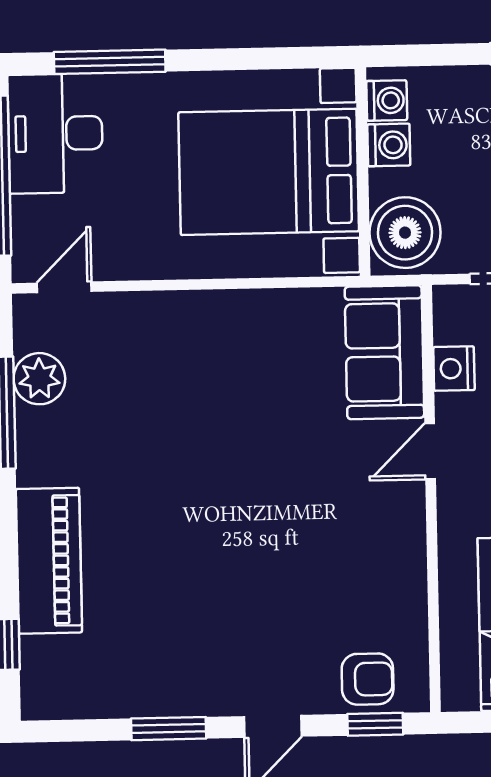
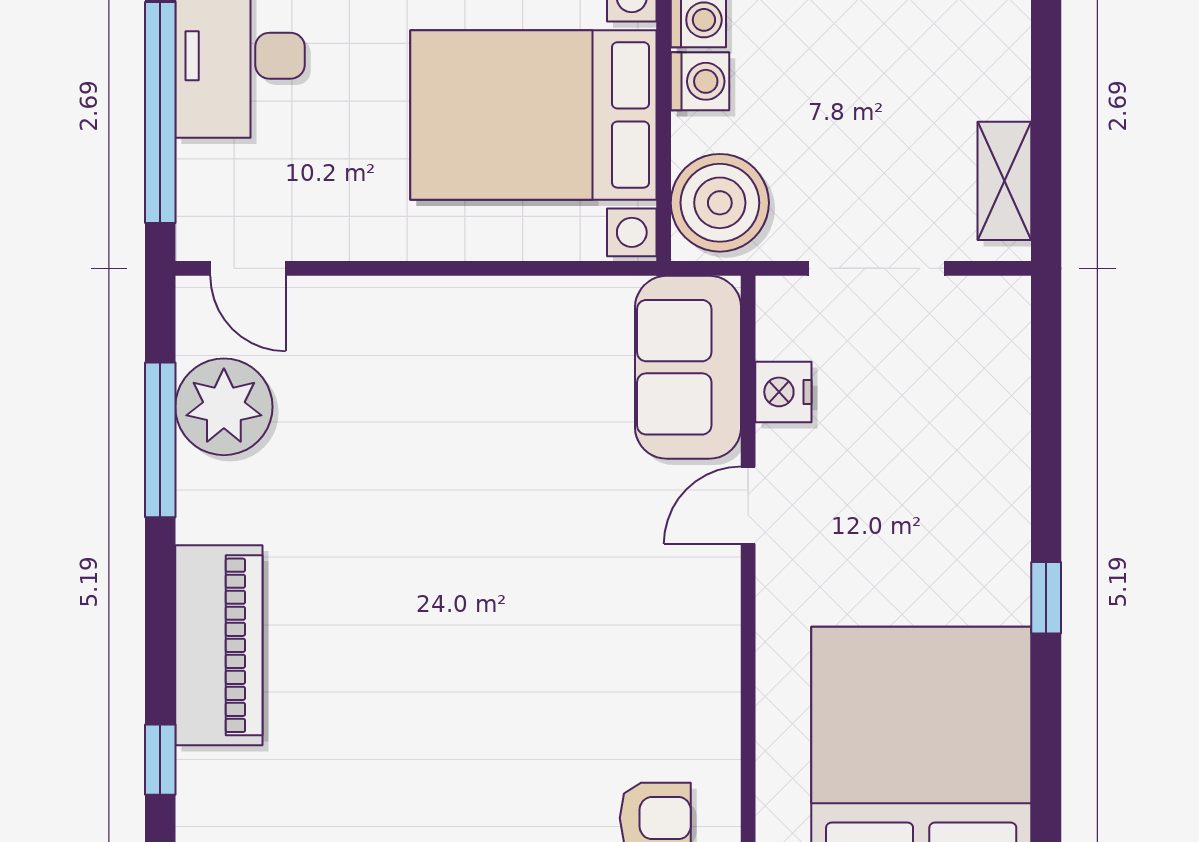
door: (64, 287) -> (248, 268), swing flipped
plant: (39, 379) -> (224, 407), width x1.36, depth x1.36

